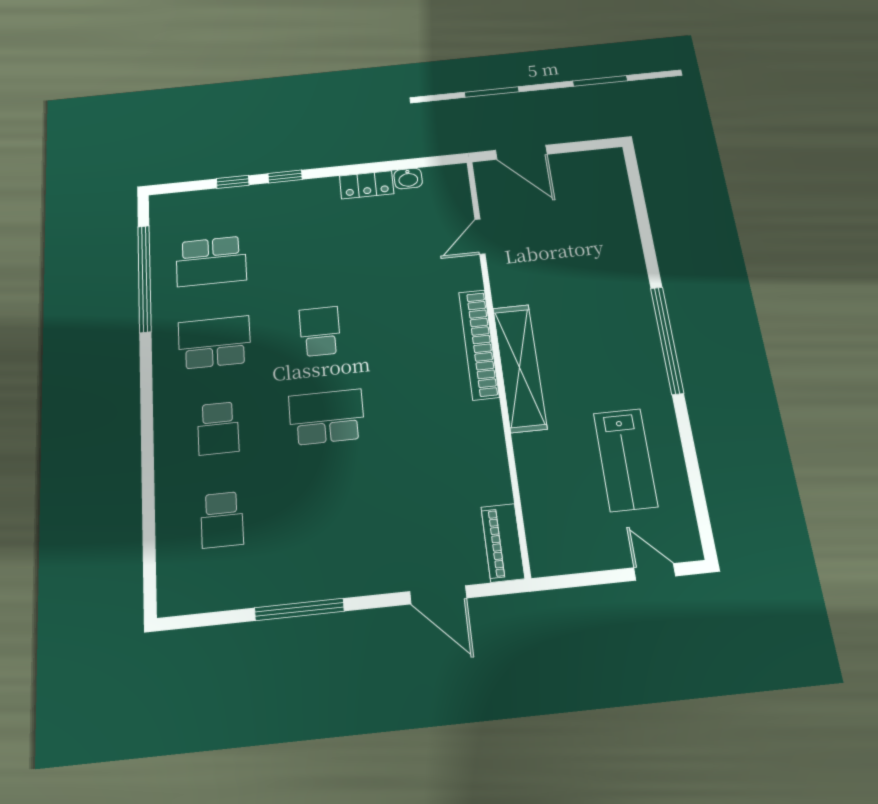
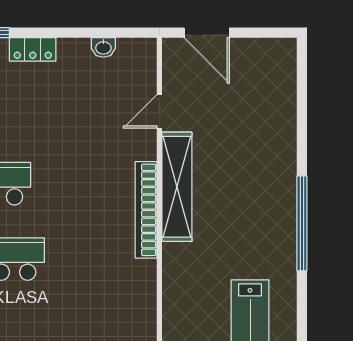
locker: (367, 185) -> (33, 49), moved
shelving: (520, 368) -> (177, 187), moved

